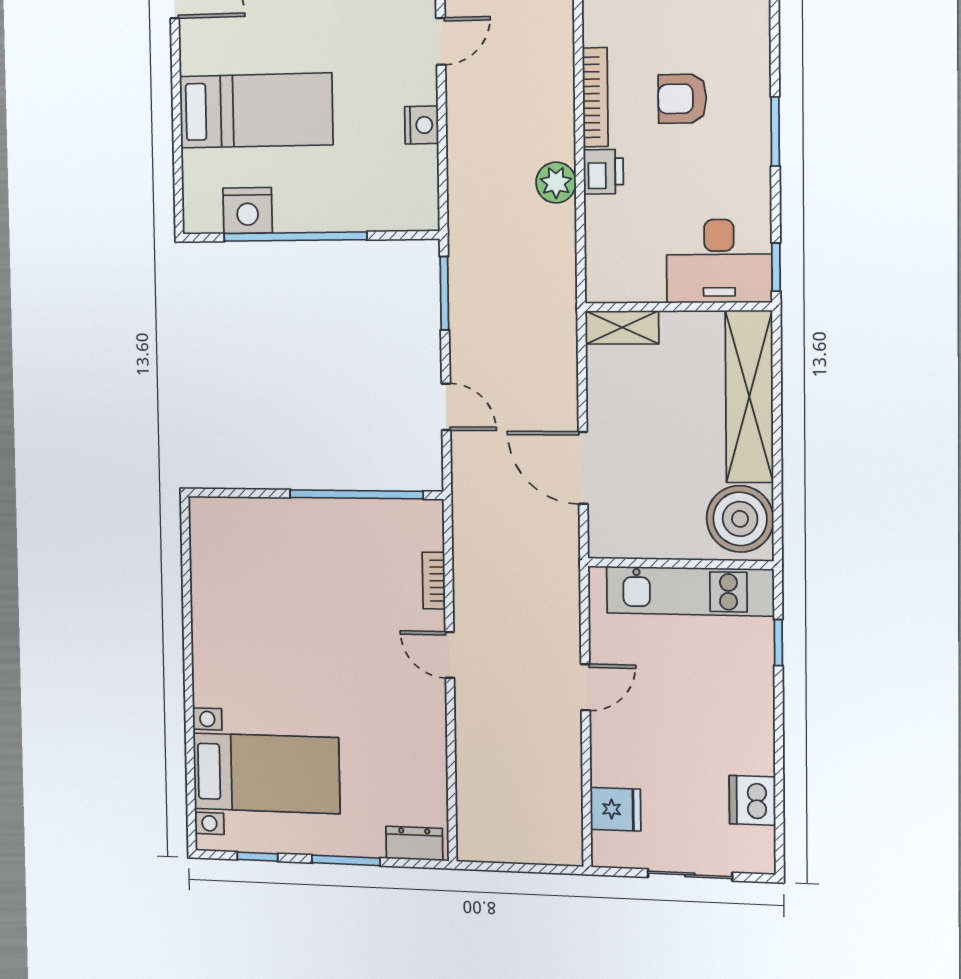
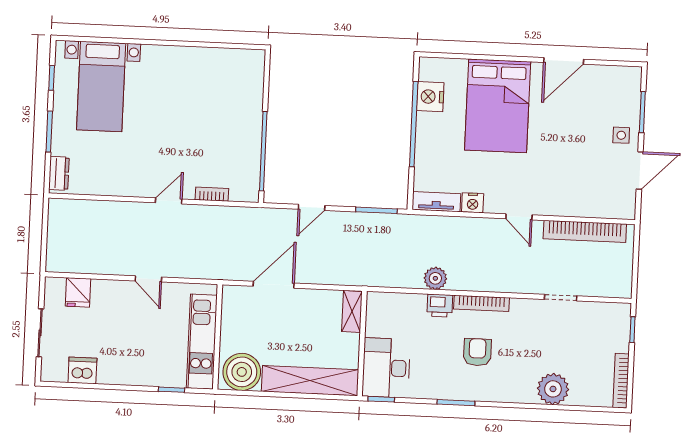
bed: (256, 111) -> (498, 106), width x1.50
tv unit: (424, 189) -> (436, 202), added

